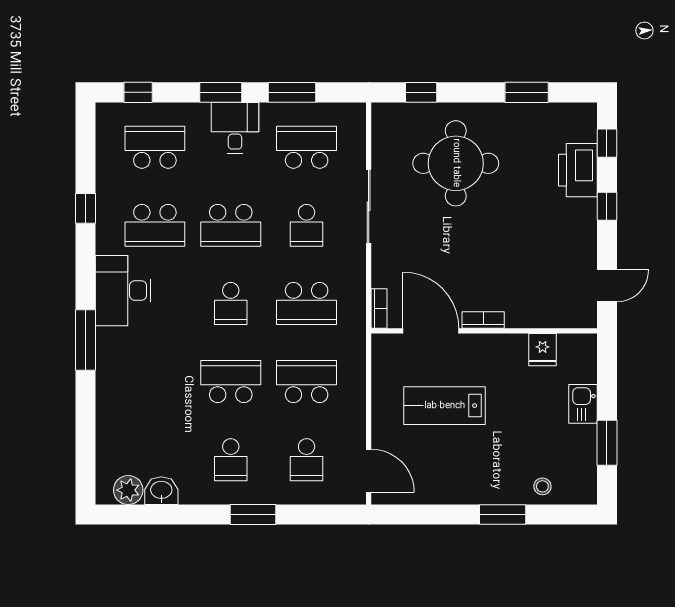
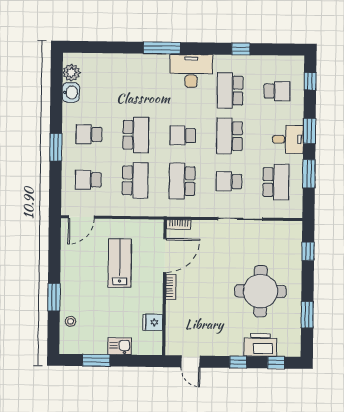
school desk: (155, 147) -> (277, 91), width x0.54
round table: (456, 163) -> (260, 291), moved

